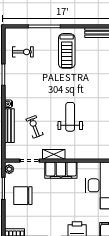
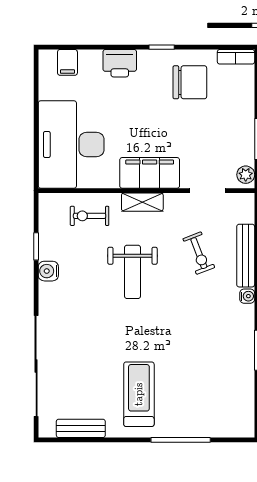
exercise bike: (23, 52) -> (90, 216), moved
shelving: (54, 154) -> (142, 202), moved
chair: (23, 196) -> (190, 82), moved

